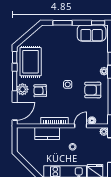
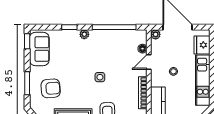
armchair: (93, 90) -> (51, 88), moved, turned -94
door: (81, 126) -> (149, 62), hinge flipped

